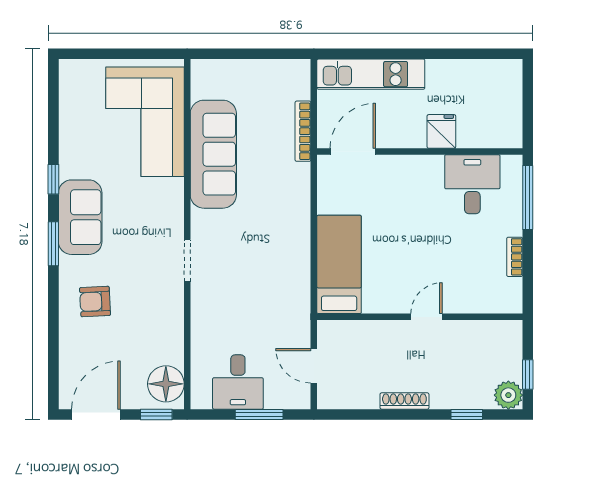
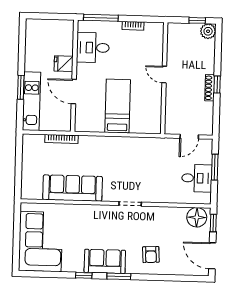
window: (396, 54) -> (21, 87), added
corner sofa: (145, 122) -> (41, 242), moved, turned -90
door: (353, 151) -> (74, 92), moved
bed: (339, 264) -> (118, 106), moved, turned 90
window: (467, 414) -> (217, 85), moved

